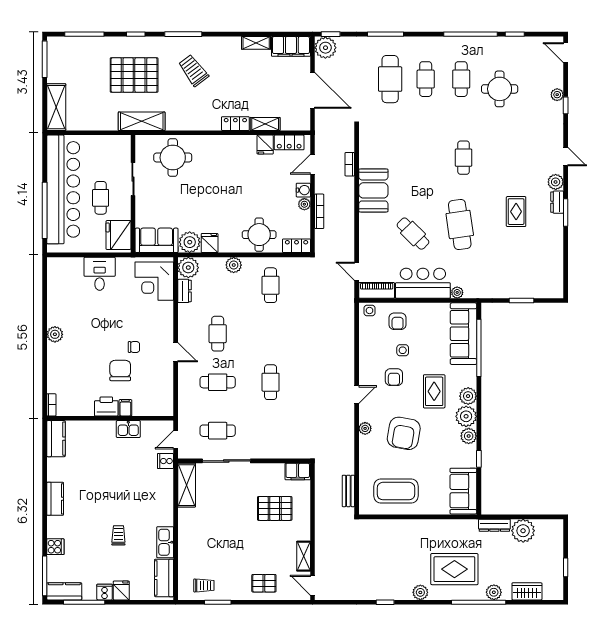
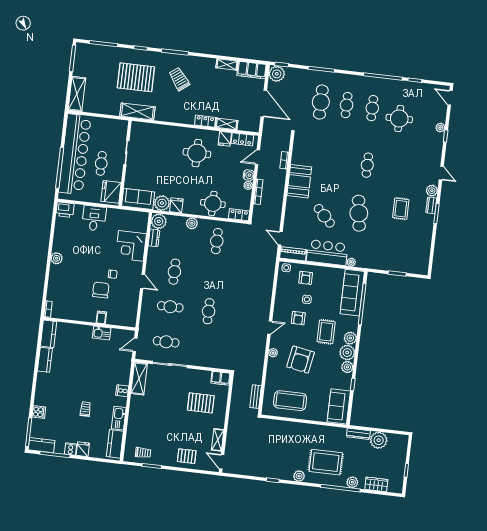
round table: (173, 158) -> (197, 153), moved
corner desk: (154, 281) -> (131, 246), moved
printer: (106, 406) -> (65, 210), moved, turned 180
cooker: (165, 461) -> (122, 391), moved
kitchen counter: (55, 499) -> (45, 360), moved

